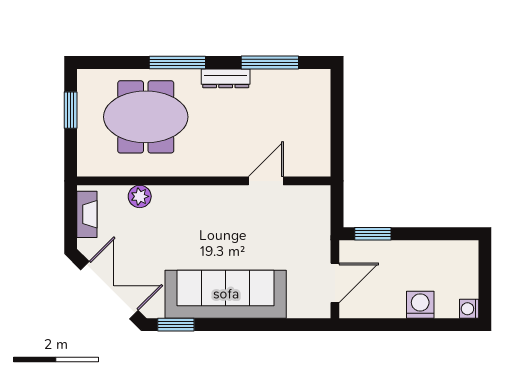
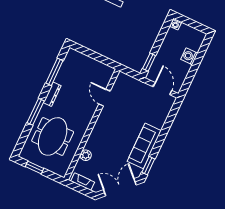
sofa: (226, 294) -> (144, 146), width x0.74, depth x0.79
washing machine: (469, 309) -> (176, 24), moved

